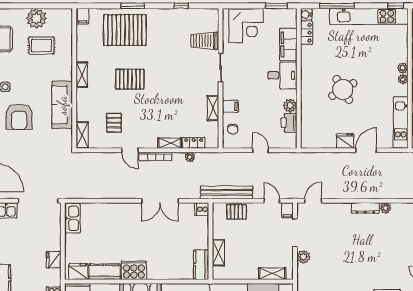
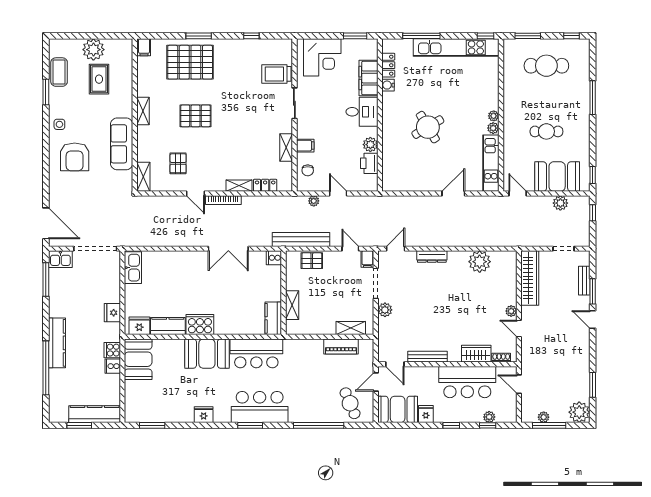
water cooler: (306, 15) -> (388, 85), moved
rug: (41, 45) -> (99, 79), turned 90
plant: (403, 68) -> (493, 128), moved
fridge: (345, 141) -> (430, 183), removed
plant: (190, 157) -> (314, 201), moved
dresser: (365, 208) -> (432, 256), moved
plant: (385, 208) -> (480, 262), width x1.87, depth x1.87

